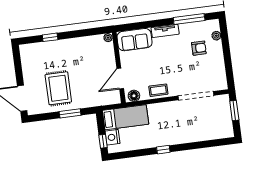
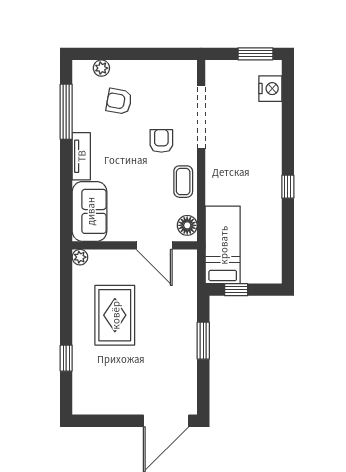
armchair: (199, 48) -> (119, 101), turned -80
armchair: (180, 75) -> (161, 141), added
rug: (58, 88) -> (115, 315), moved, turned 90
window: (234, 111) -> (255, 54), moved
nightstand: (113, 137) -> (270, 89), moved, turned -90
window: (103, 141) -> (236, 290), moved

